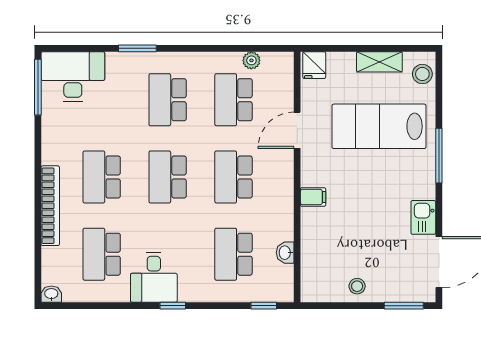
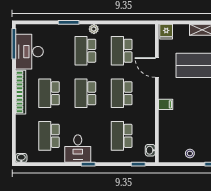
plant: (251, 60) -> (94, 29), moved
desk: (73, 77) -> (29, 52), moved, turned -90
door: (297, 130) -> (157, 68), hinge flipped
bookcase: (50, 206) -> (21, 92), moved
washbasin: (285, 253) -> (150, 150), moved

